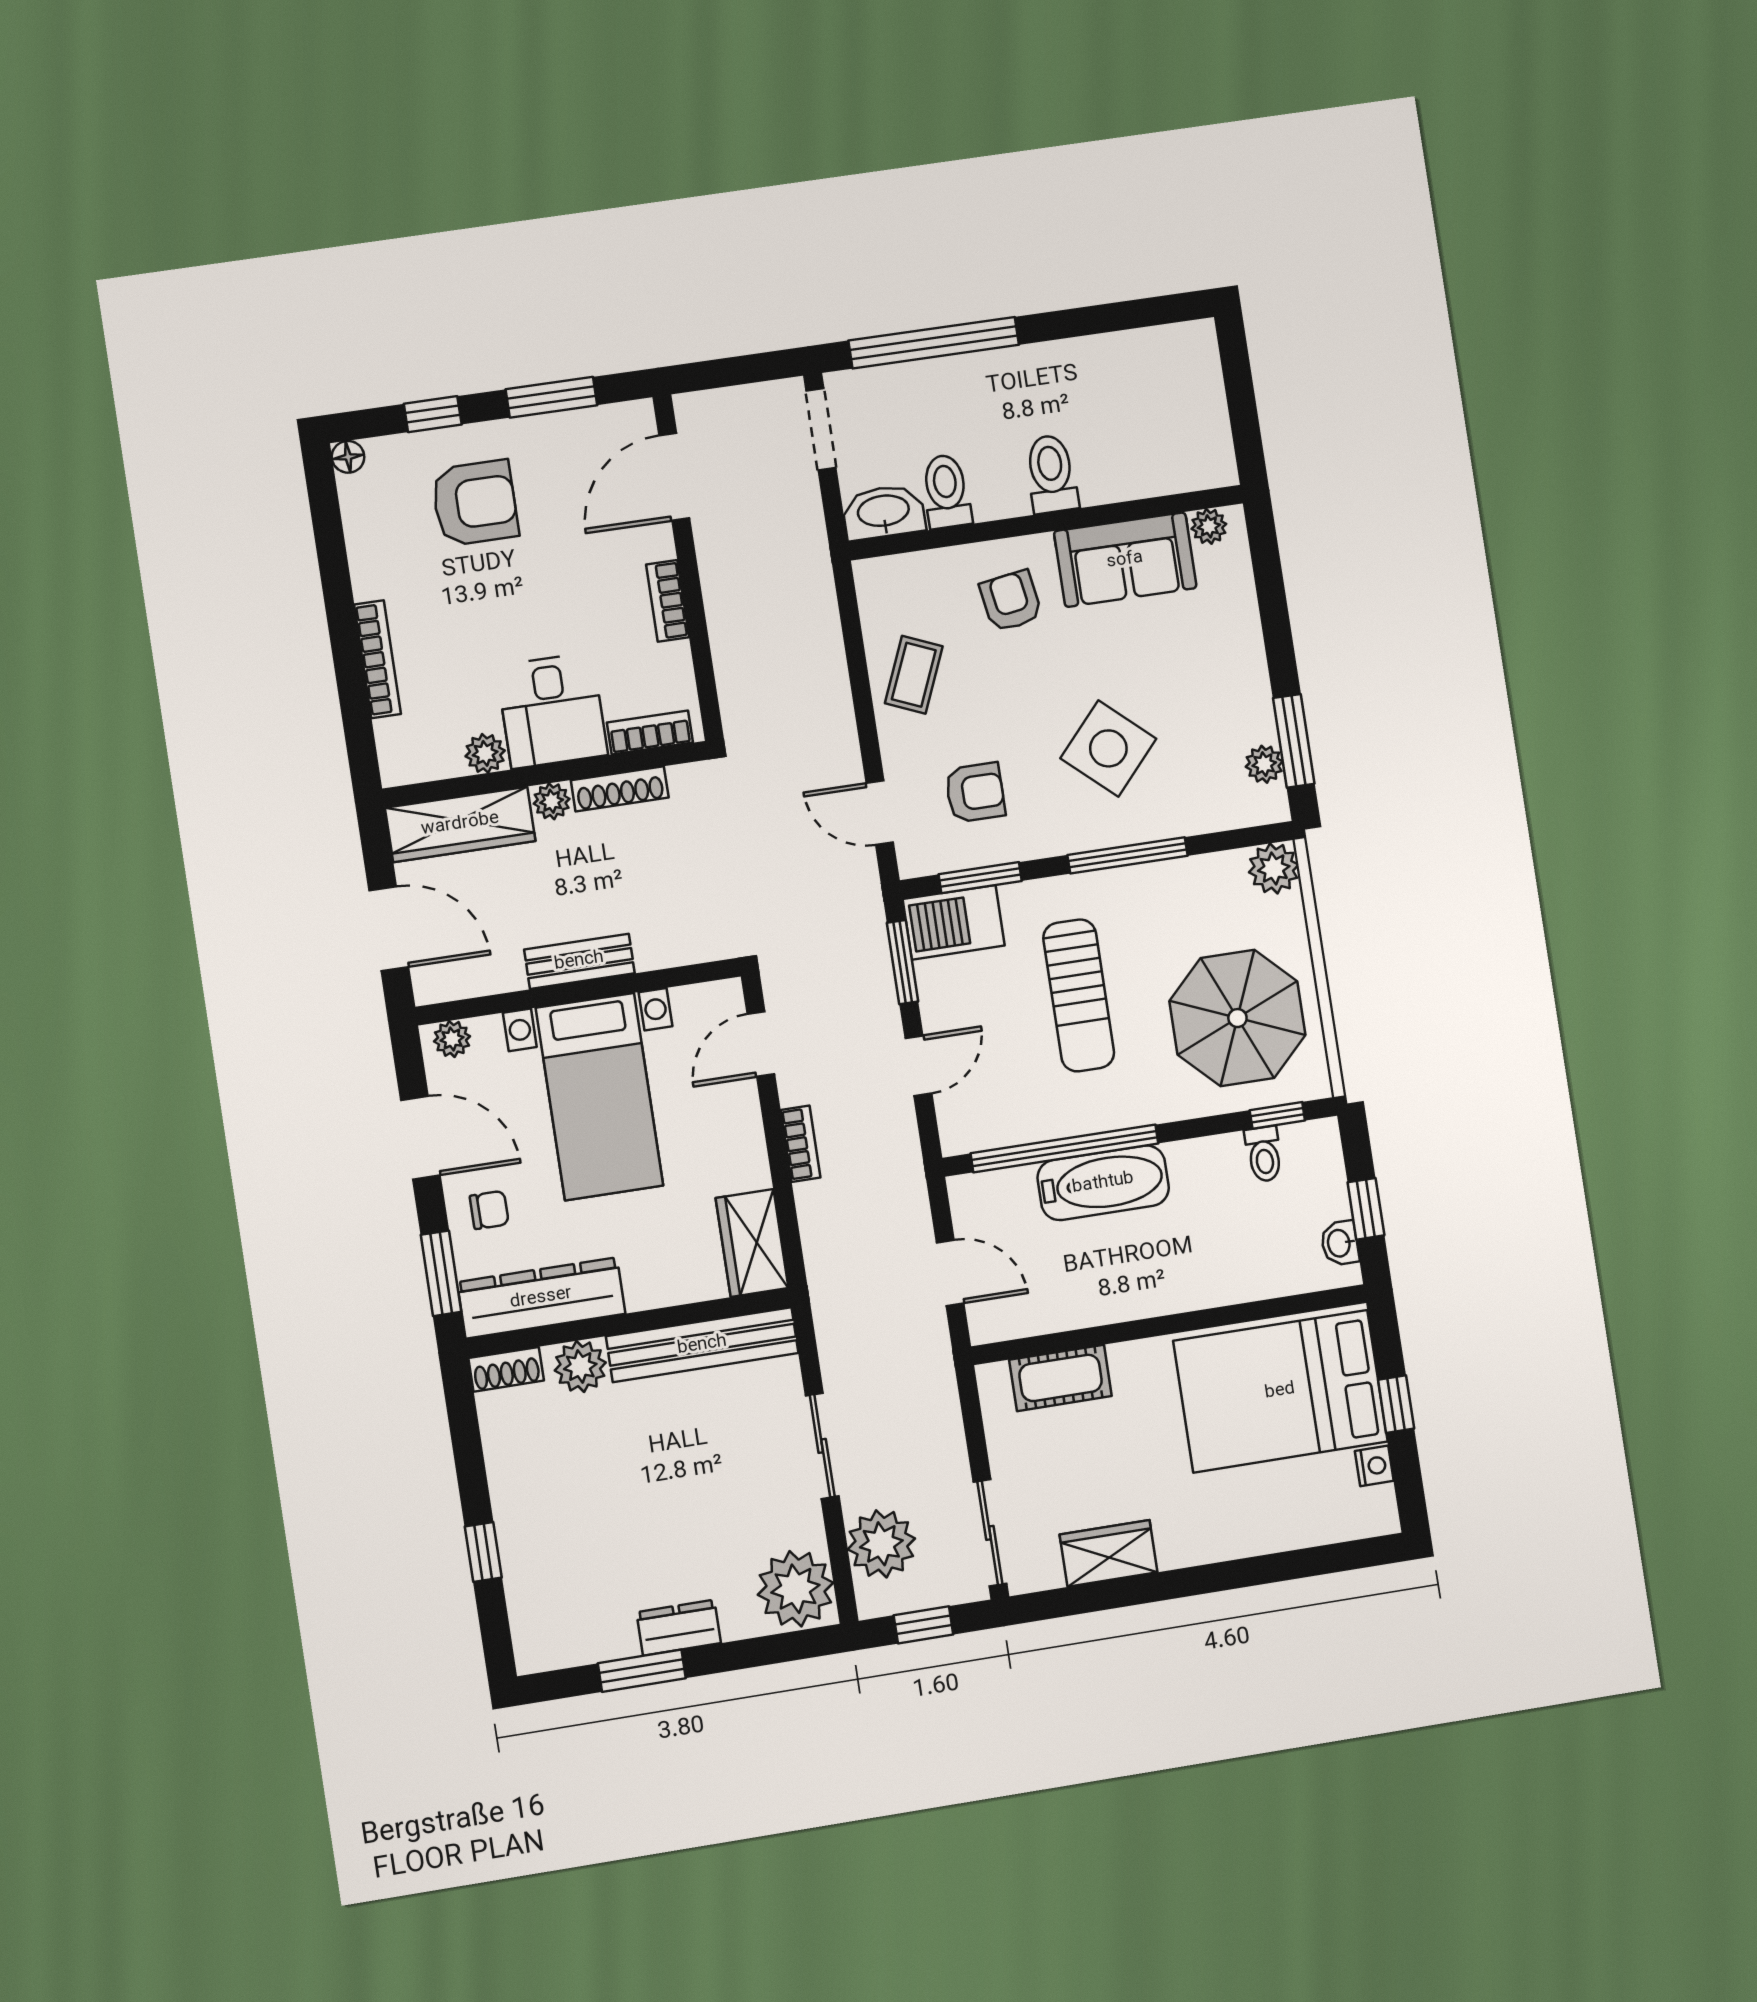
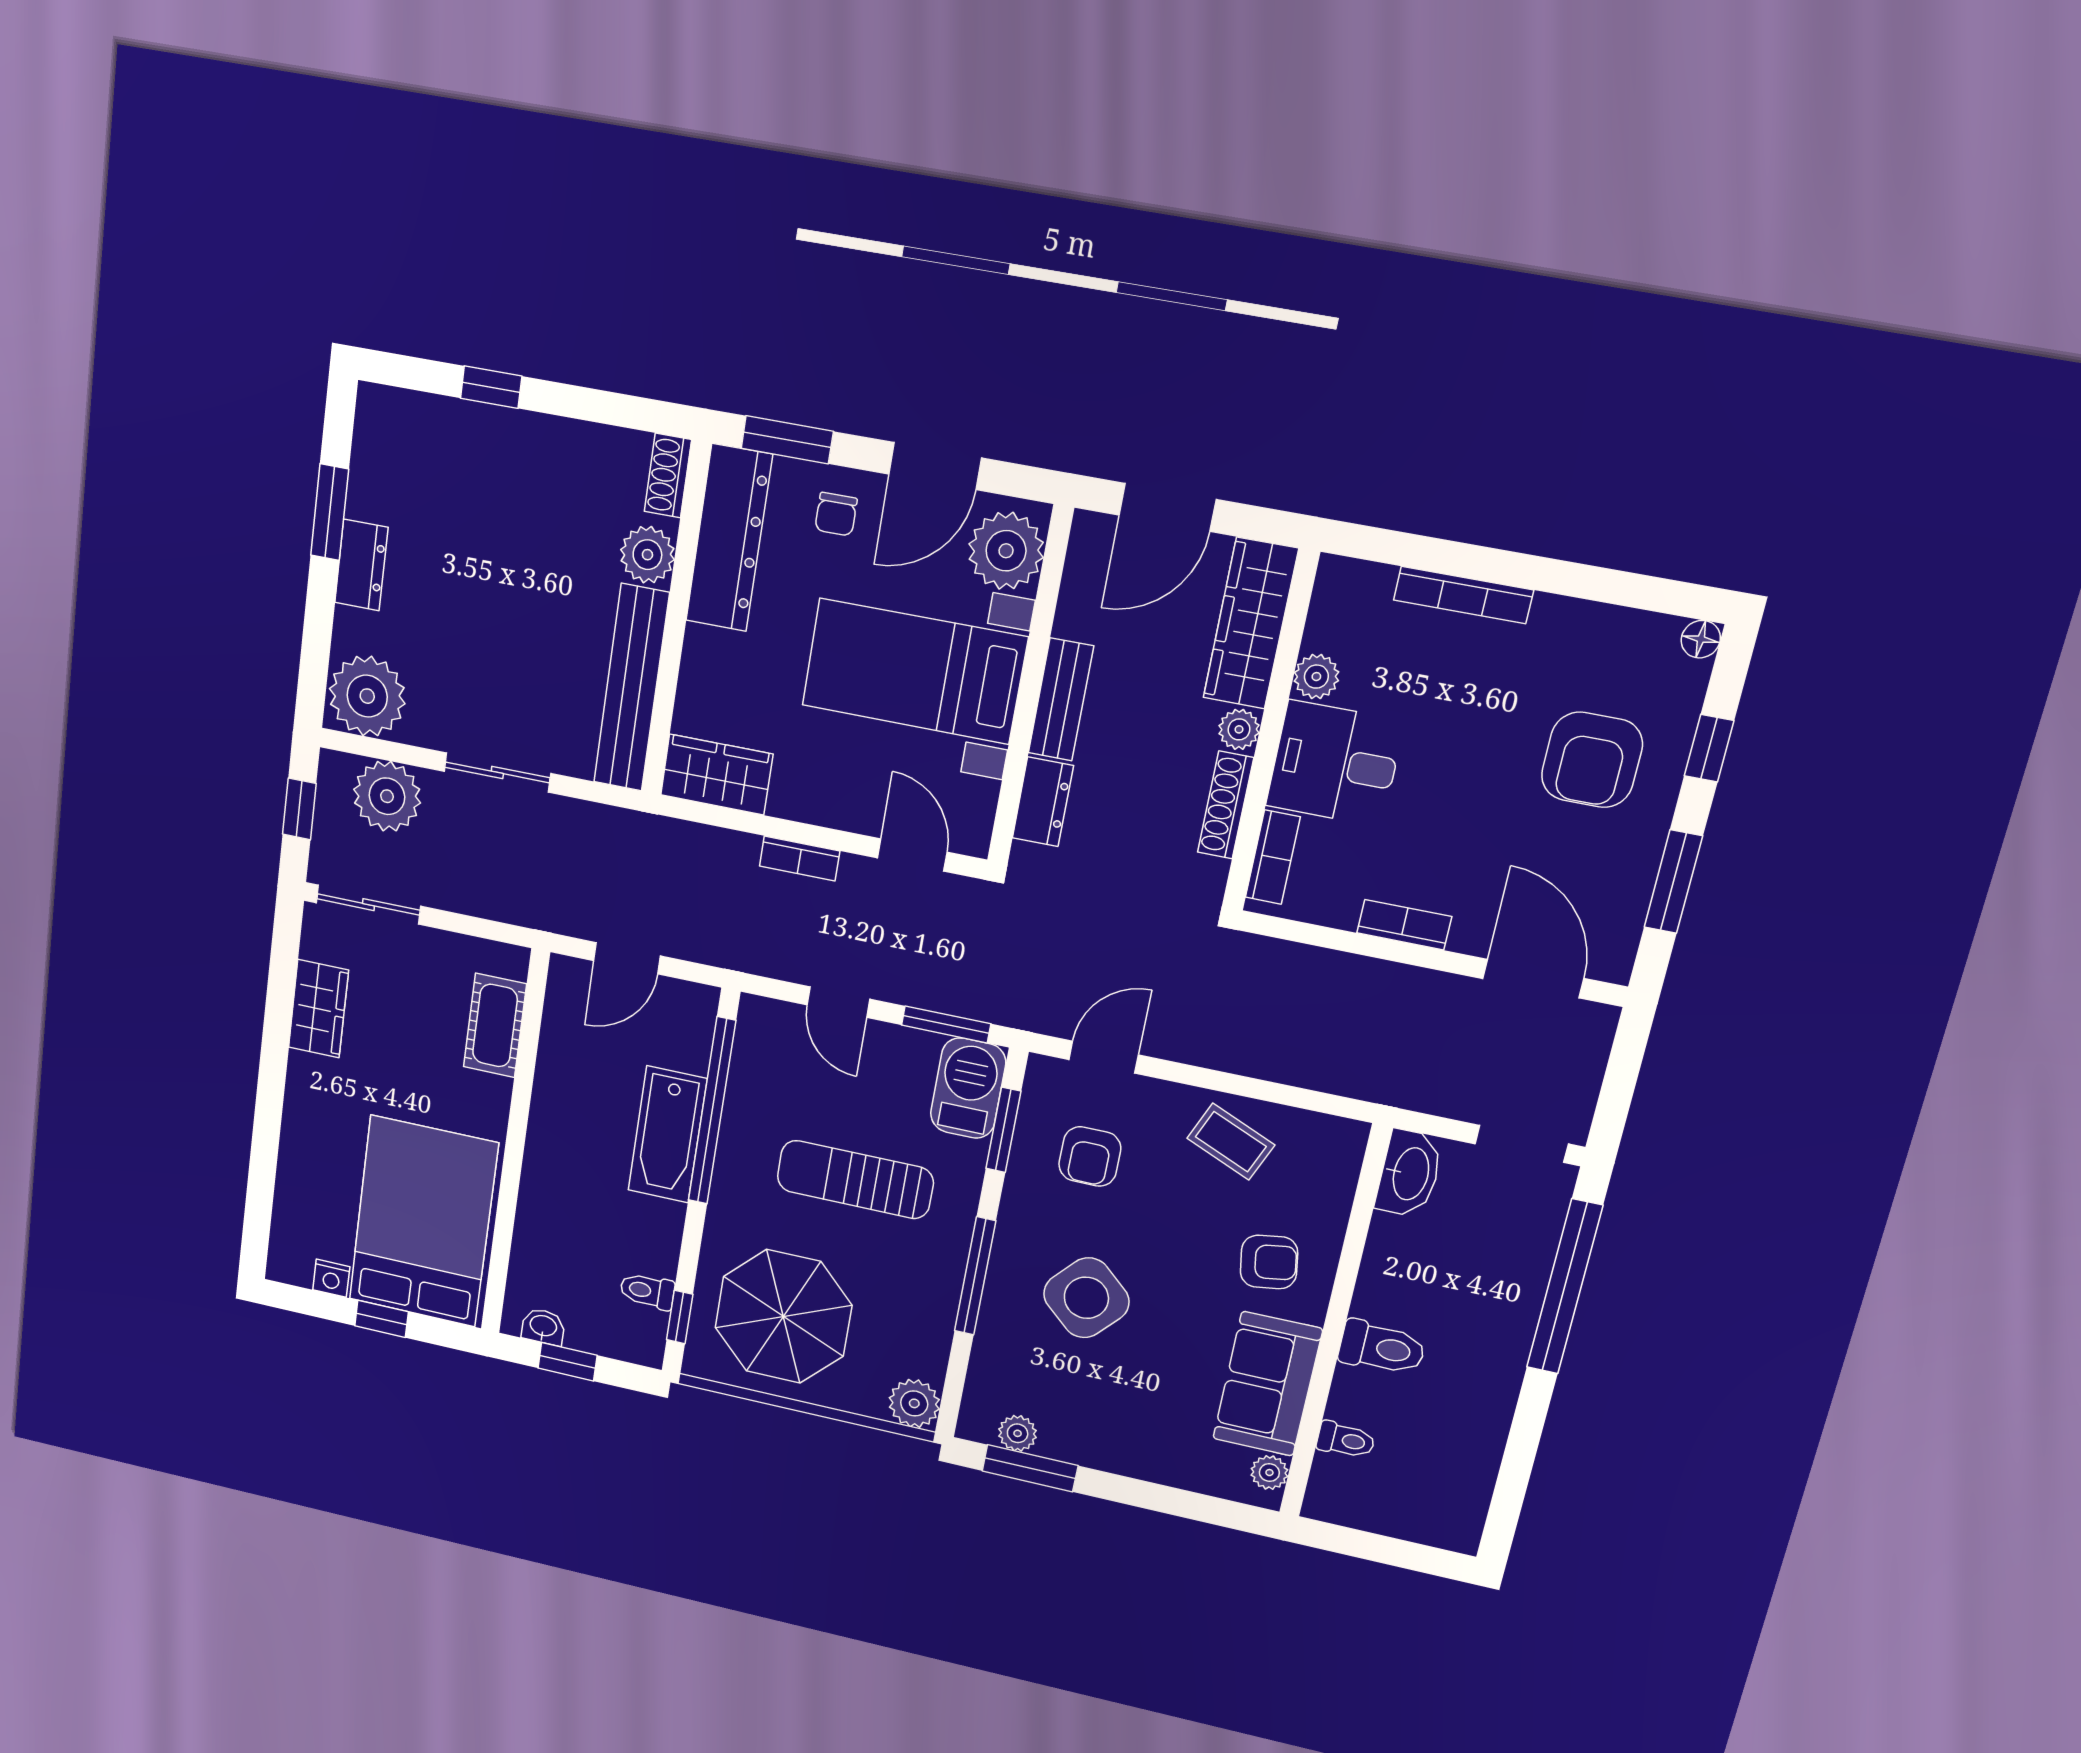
toilet: (946, 491) -> (1346, 1440), moved, width x0.73, depth x0.72
dresser: (673, 946) -> (1043, 802), added
plant: (452, 1039) -> (1006, 551), width x1.87, depth x1.87

